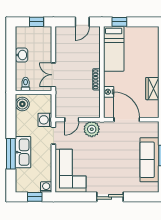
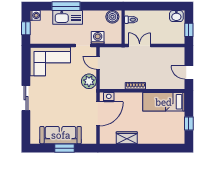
window: (119, 22) -> (189, 124), moved
washbasin: (22, 55) -> (176, 16), moved
nightstand: (109, 92) -> (109, 97), moved
washing machine: (46, 187) -> (35, 15), moved

